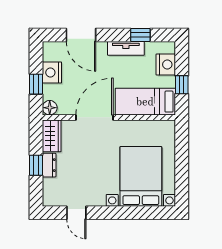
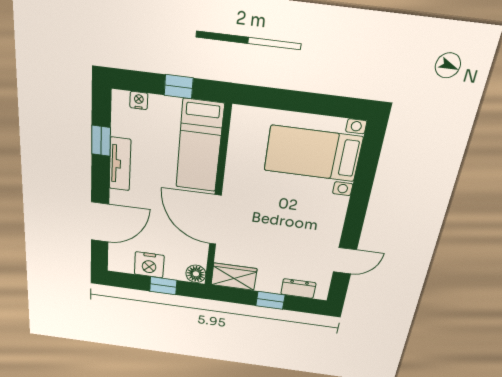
nightstand: (166, 65) -> (139, 100), width x0.53, depth x0.56
dresser: (49, 165) -> (298, 289), moved
bed with nightstands: (141, 176) -> (313, 154), width x0.73

